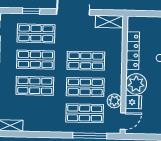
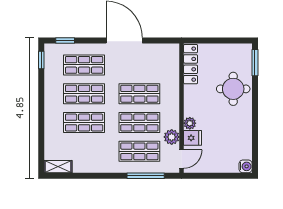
window: (31, 11) -> (65, 41), moved
shelving: (109, 22) -> (164, 50), removed
locker: (133, 51) -> (191, 64), moved
plant: (136, 84) -> (190, 123), width x0.53, depth x0.53

